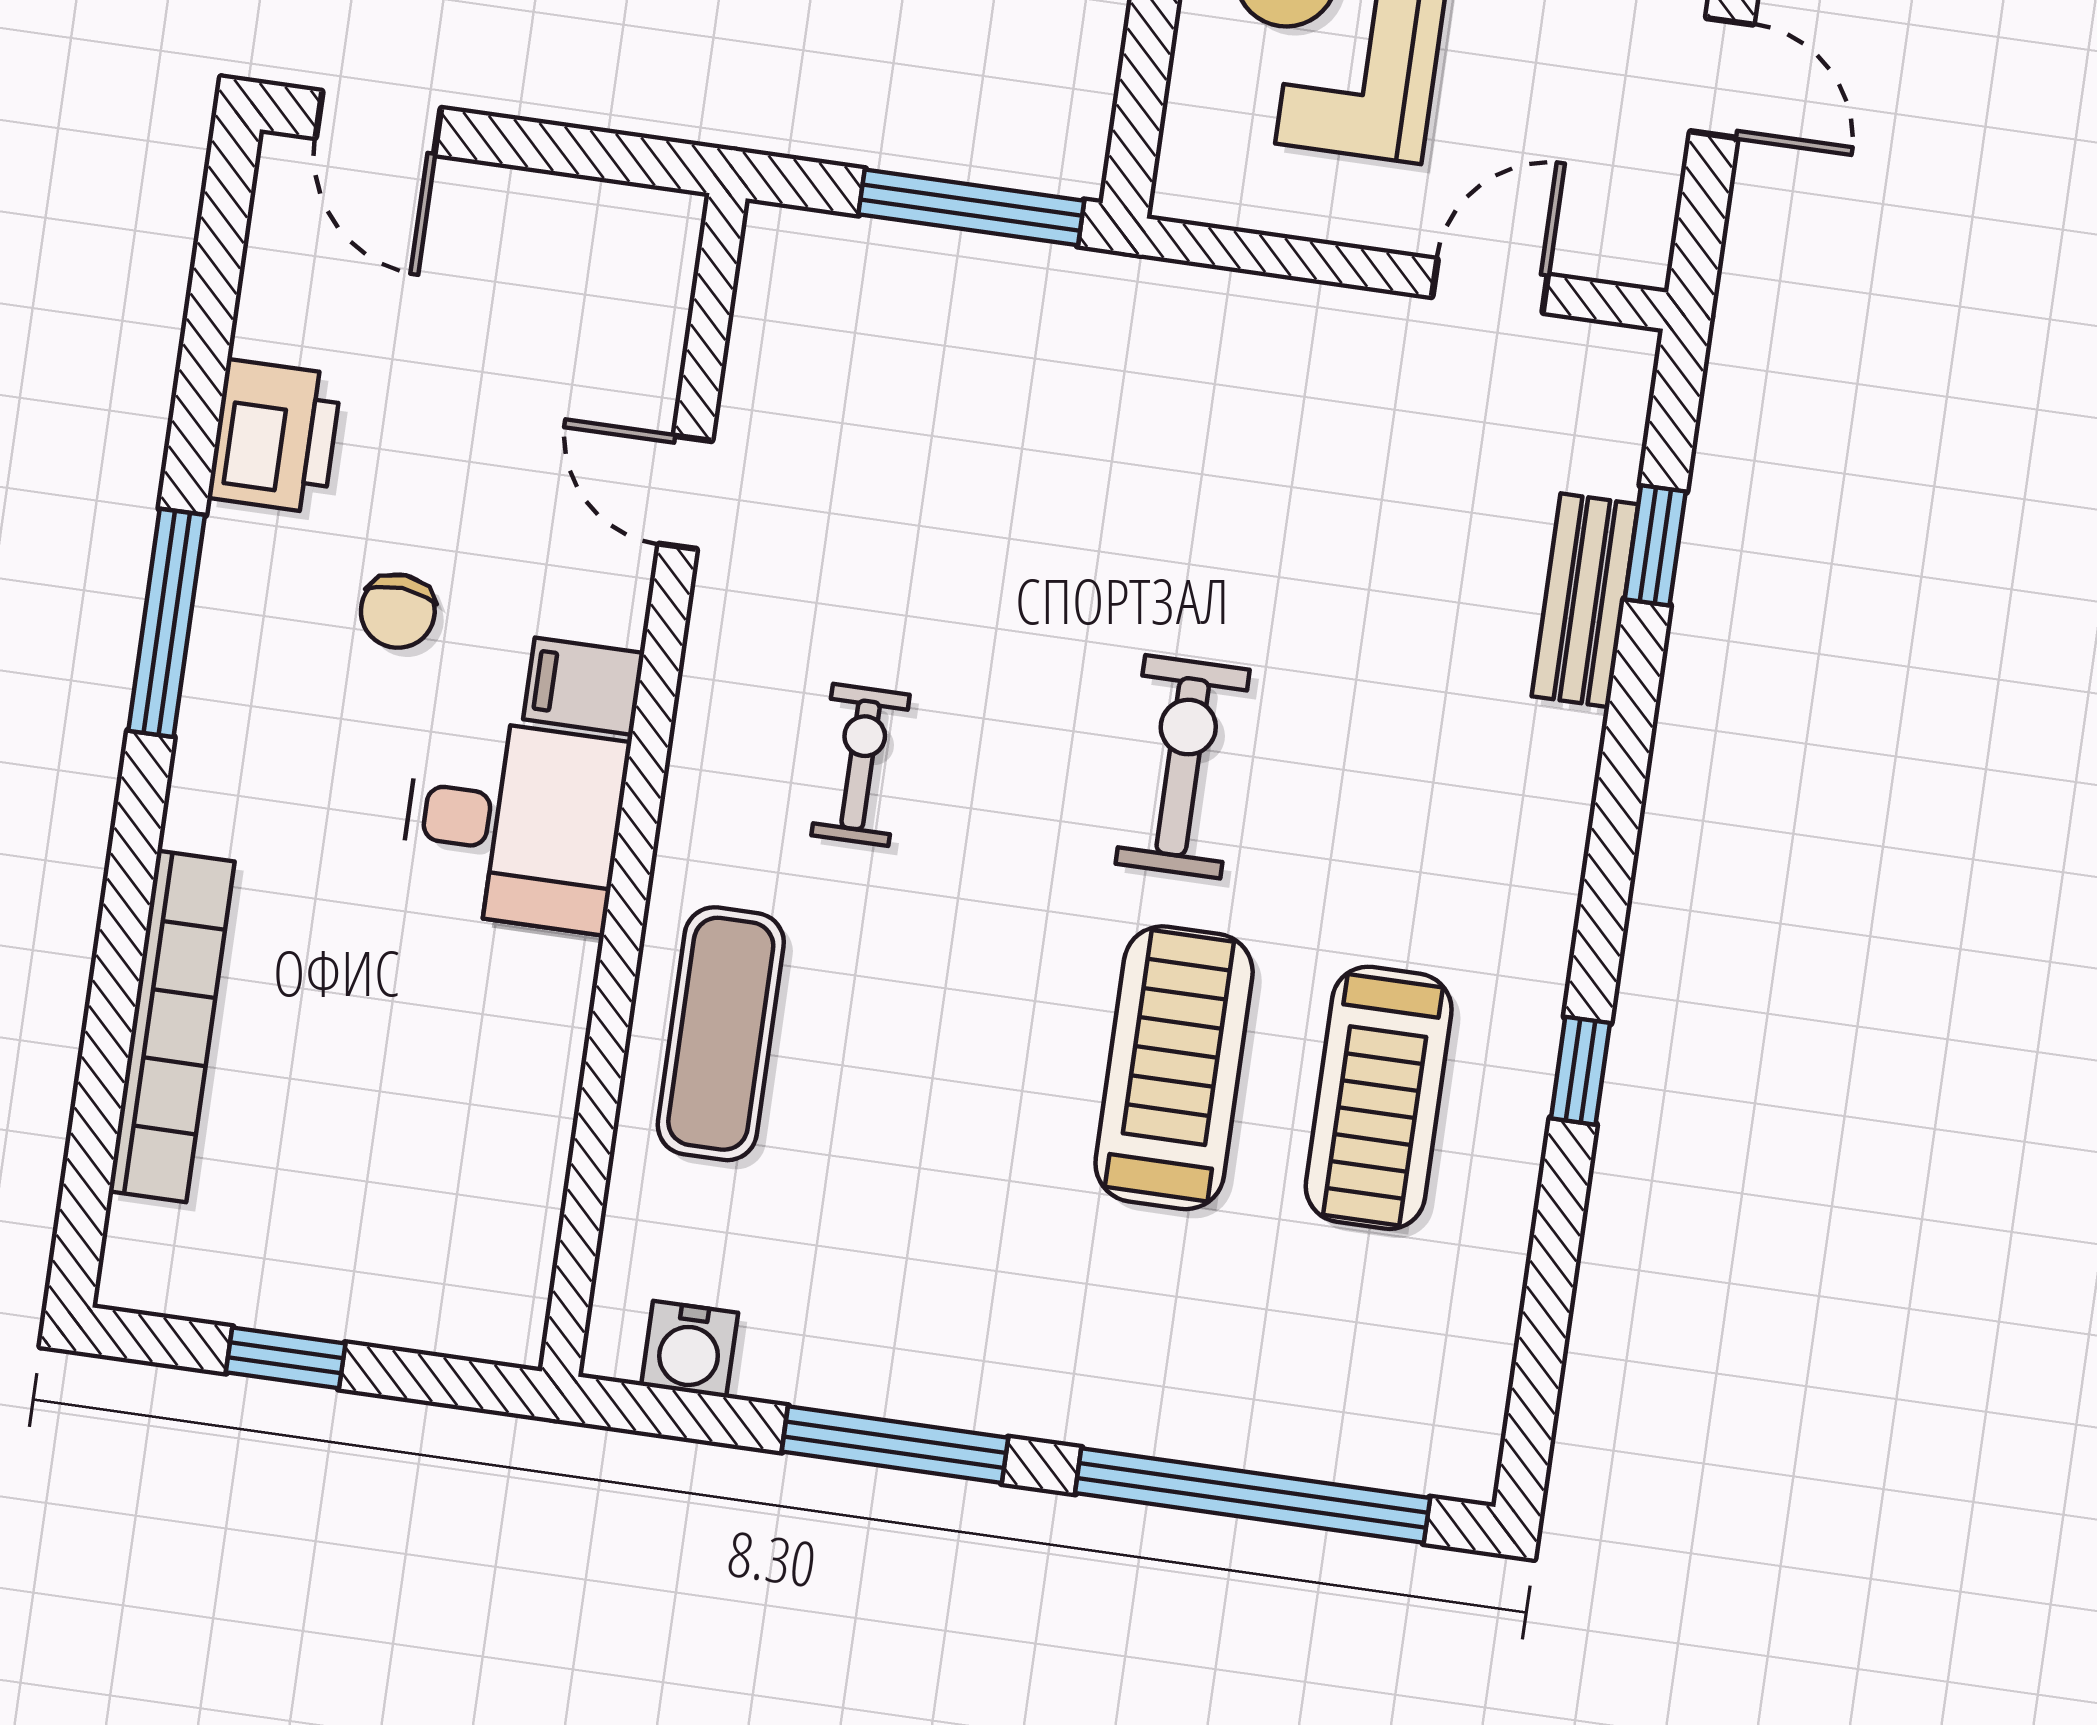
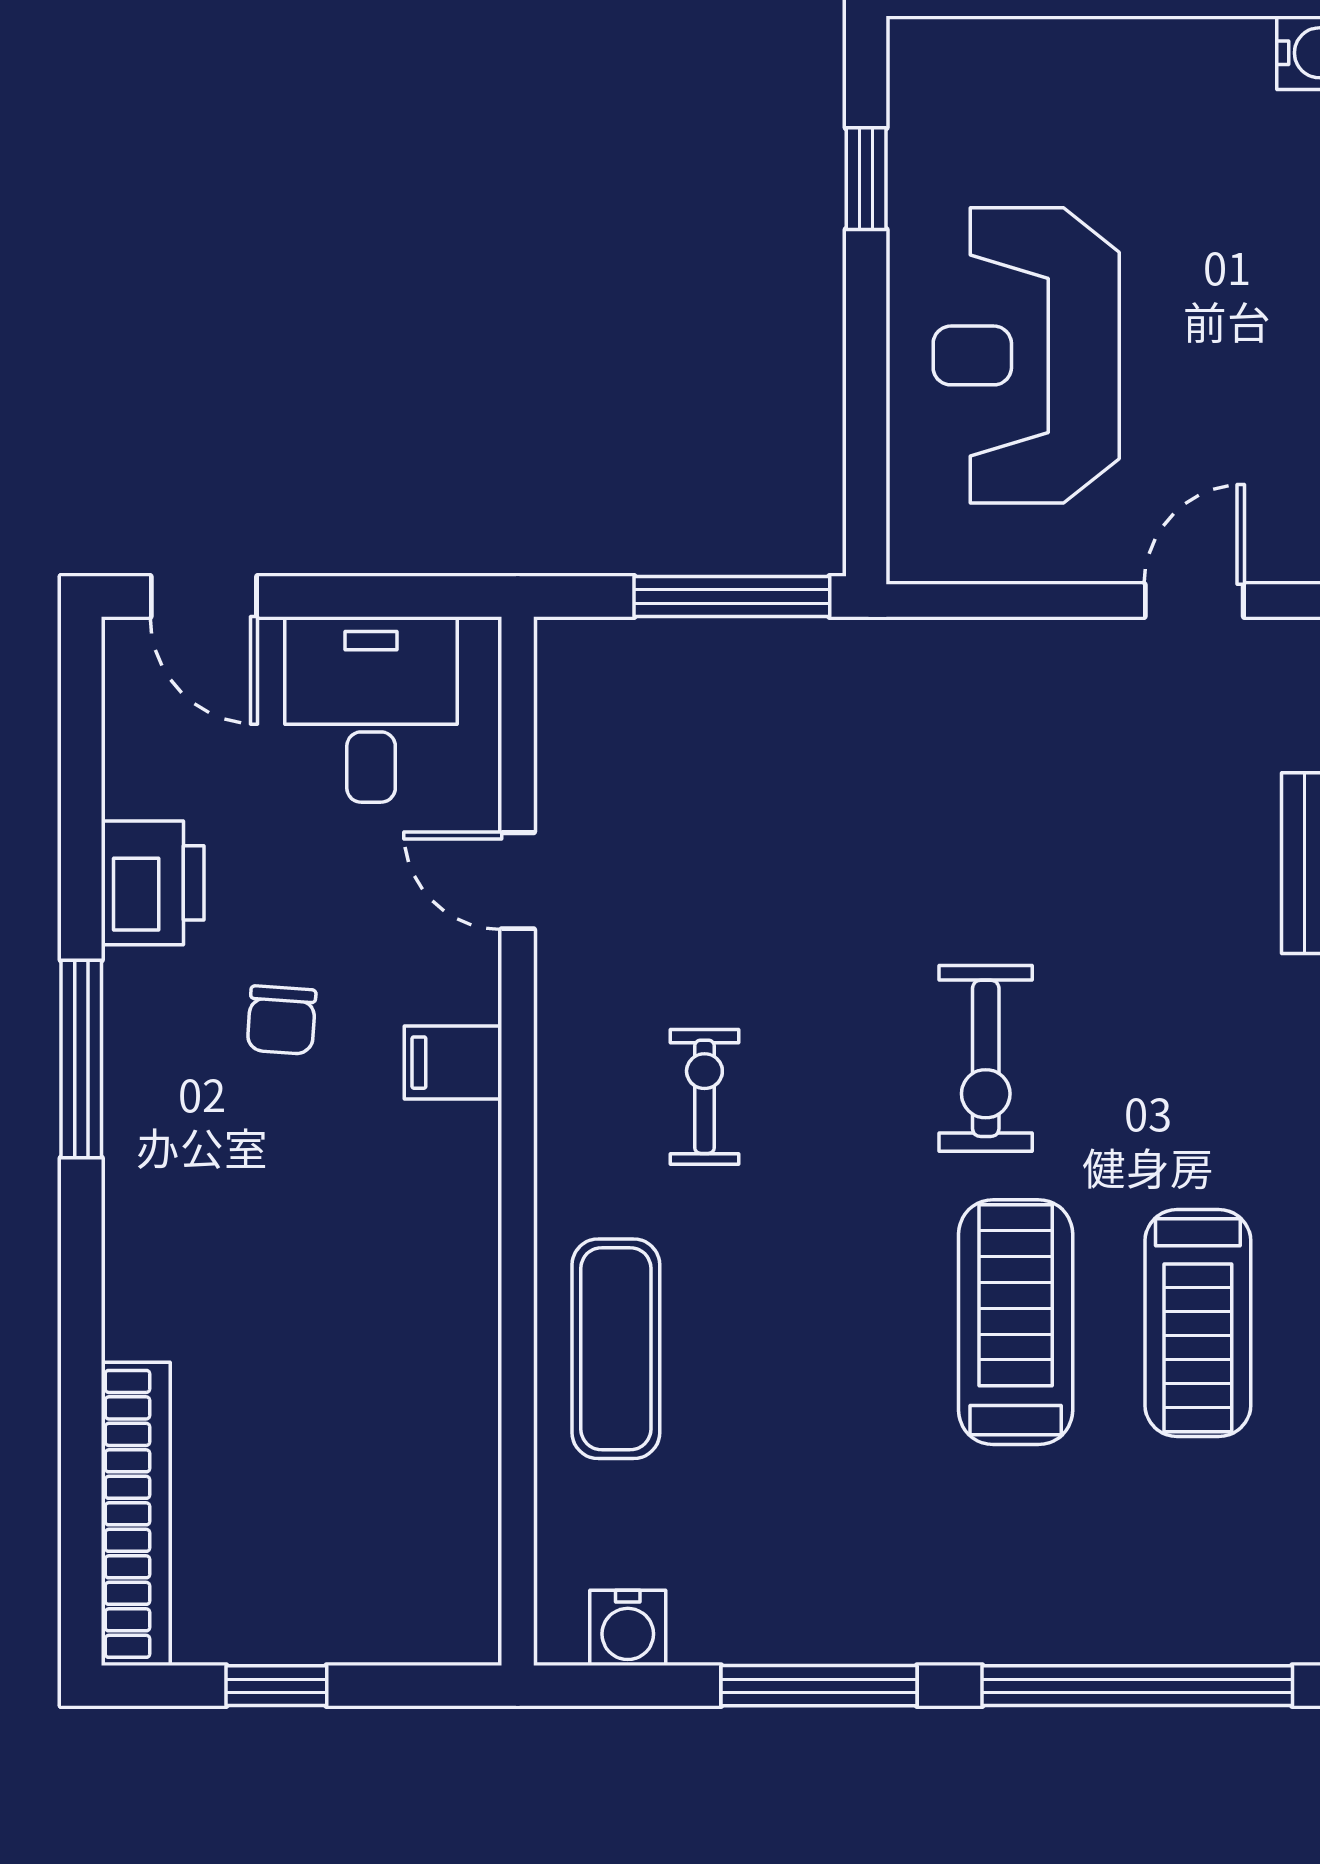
exercise bike: (1183, 767) -> (986, 1058), turned 180
desk: (513, 824) -> (371, 709), moved, turned -90
bookcase: (172, 1026) -> (136, 1514), moved

